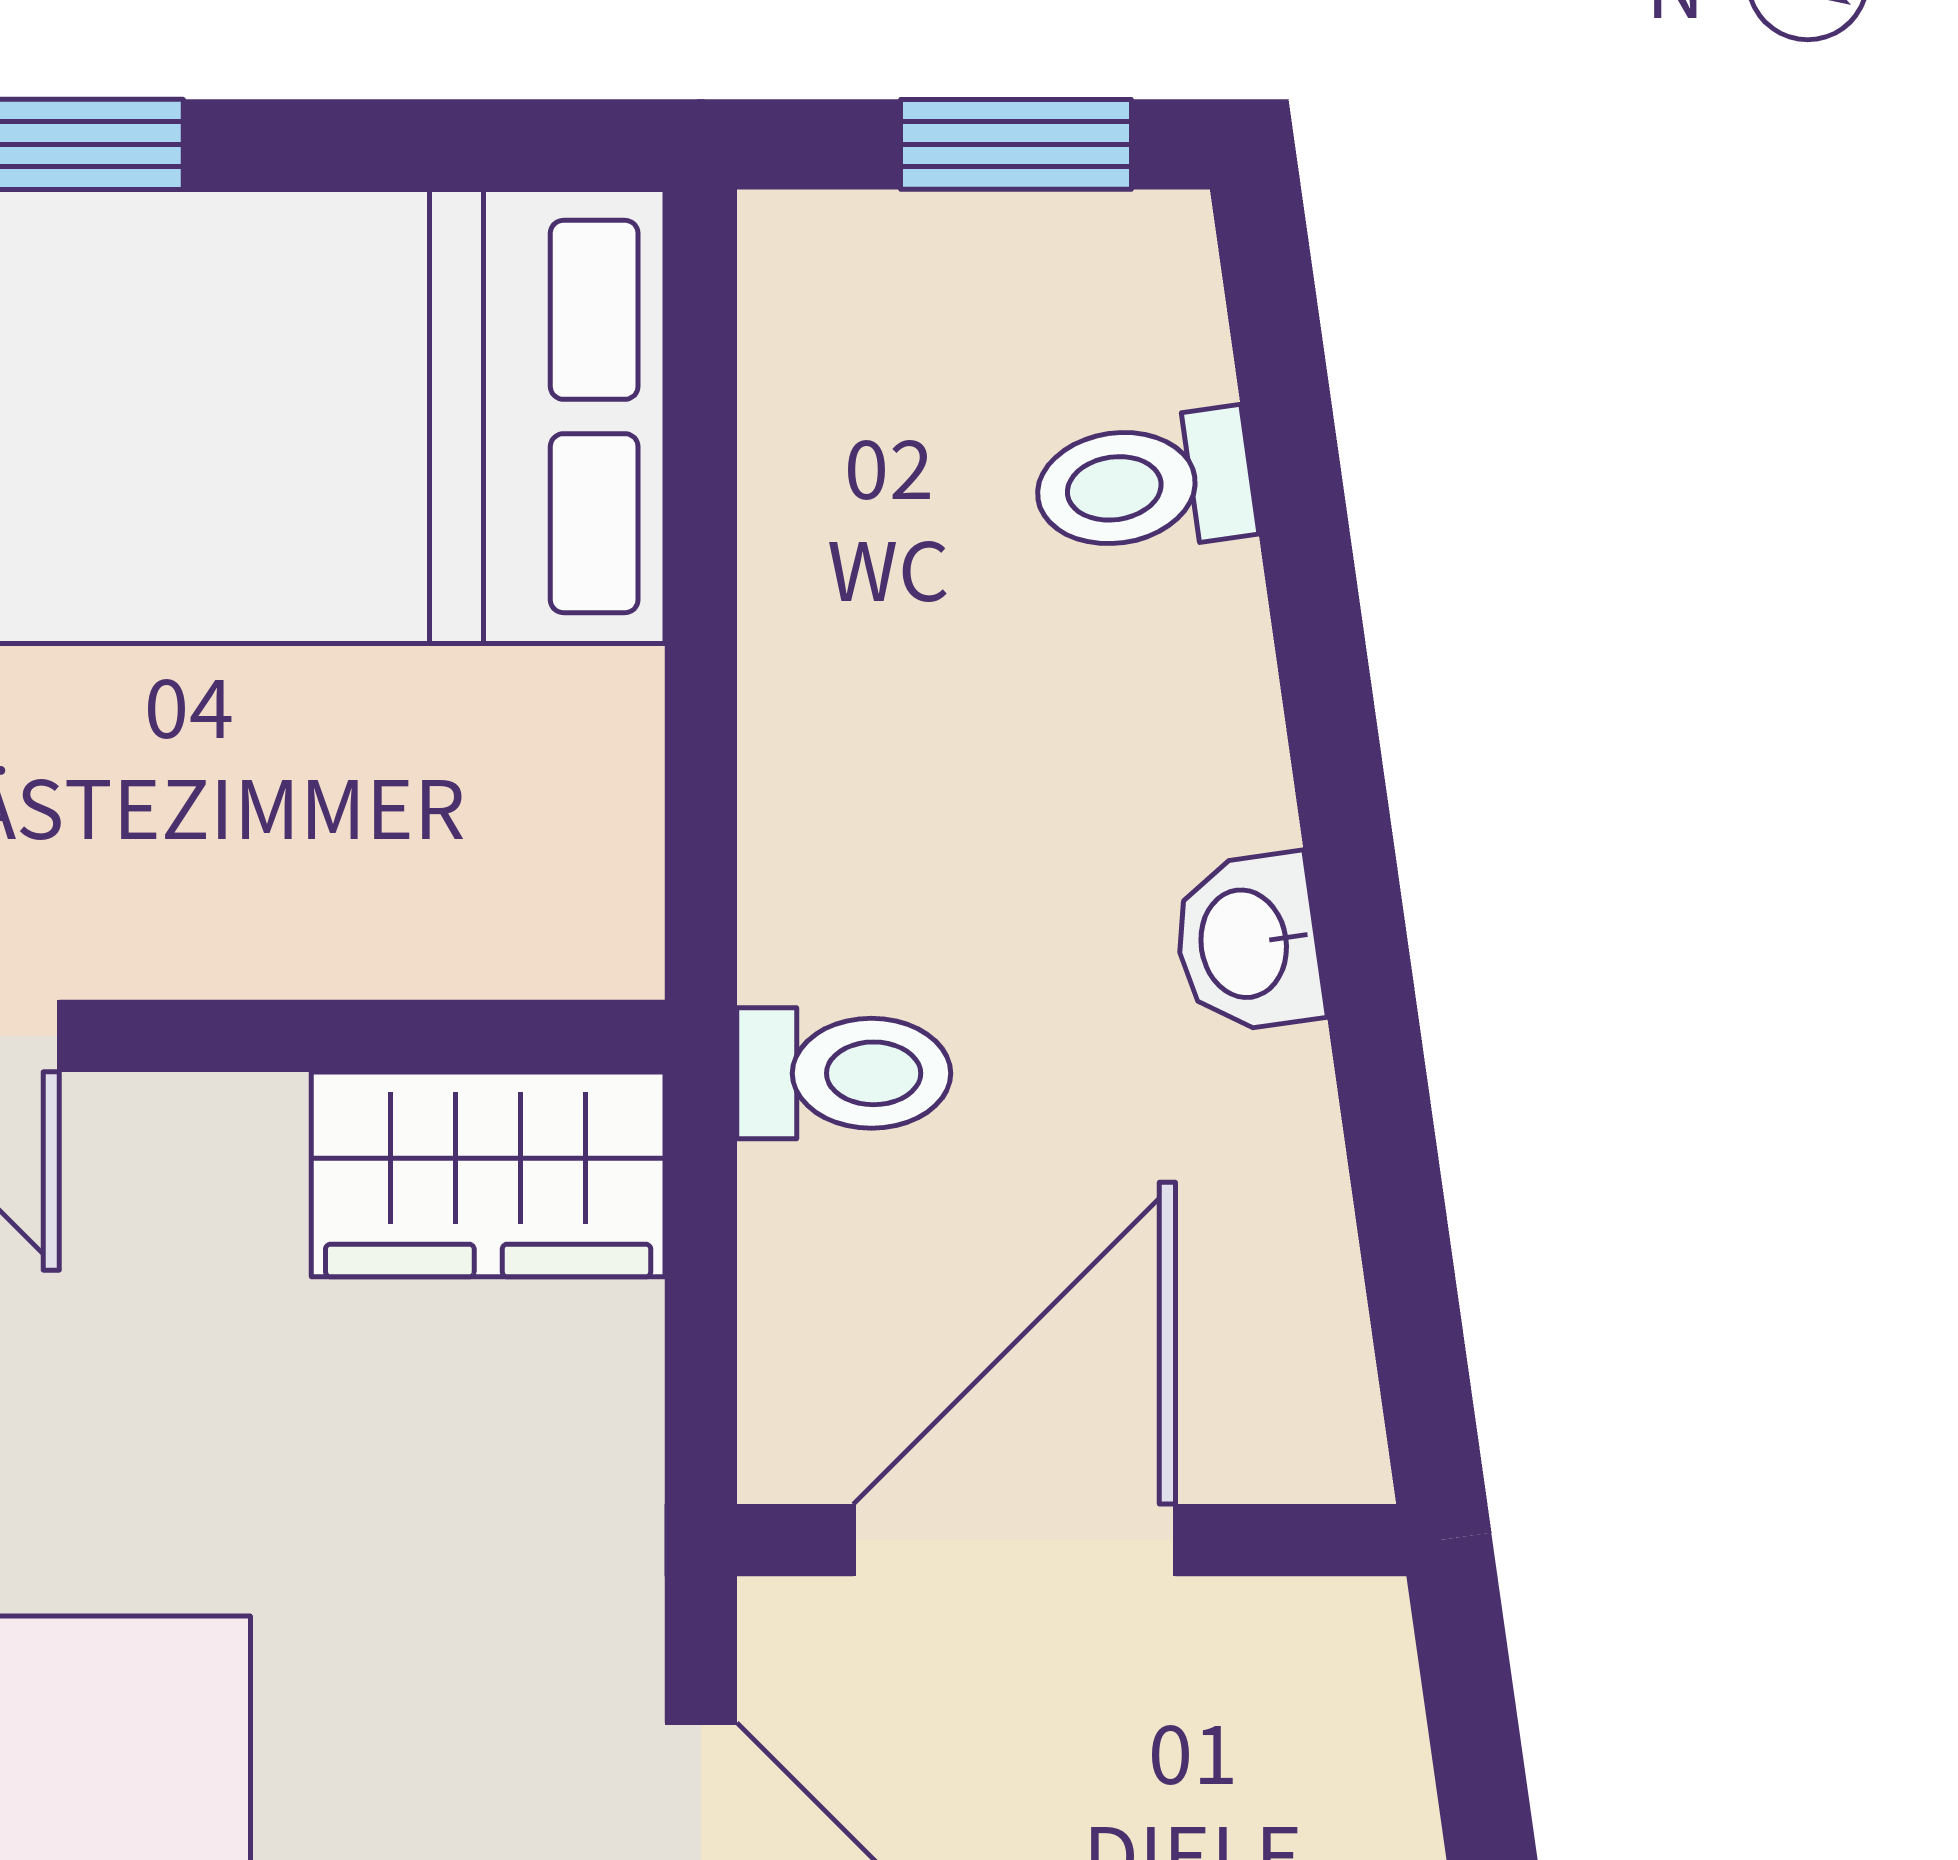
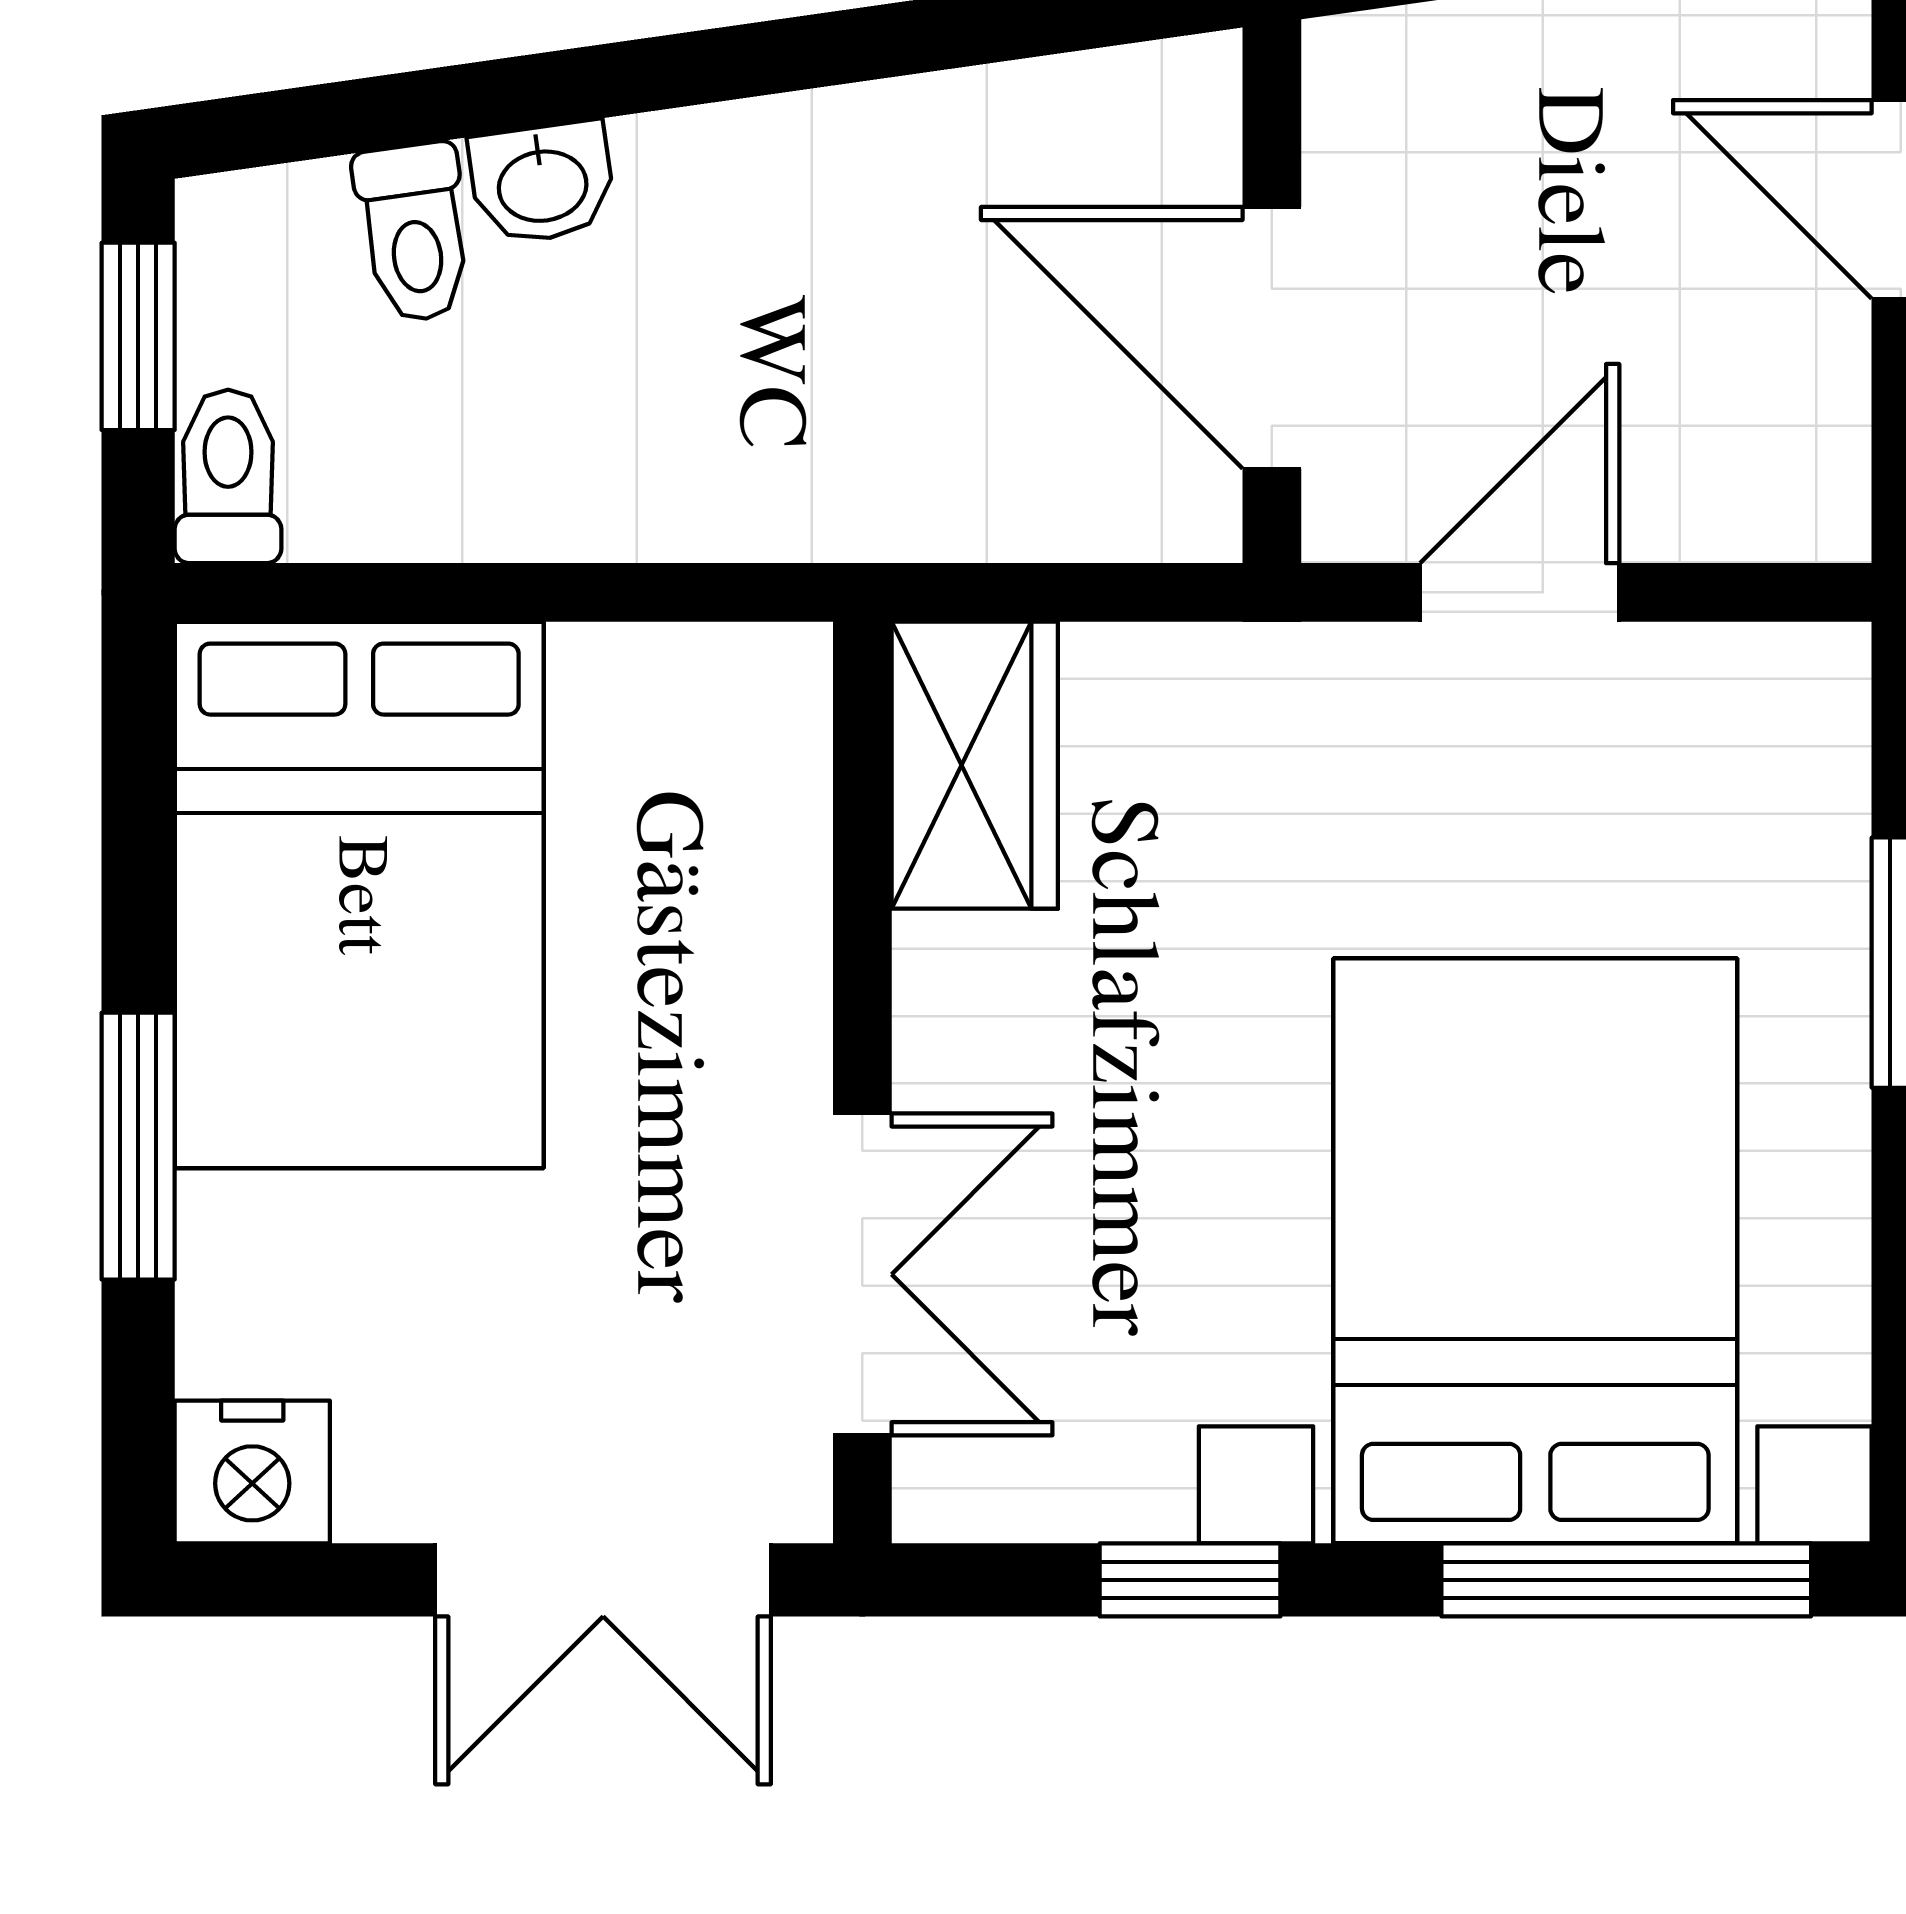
washbasin: (1248, 943) -> (542, 183), moved
toilet: (844, 1073) -> (228, 476), moved

